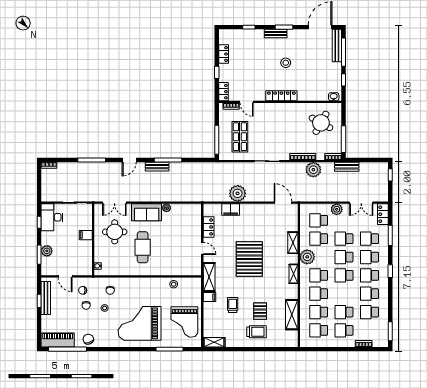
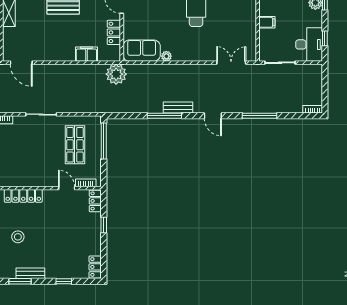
locker: (224, 54) -> (95, 267), moved
door: (129, 160) -> (213, 116), swing flipped
plant: (238, 193) -> (116, 74), moved
sofa: (147, 212) -> (142, 51), moved
round table: (115, 232) -> (231, 26), removed

